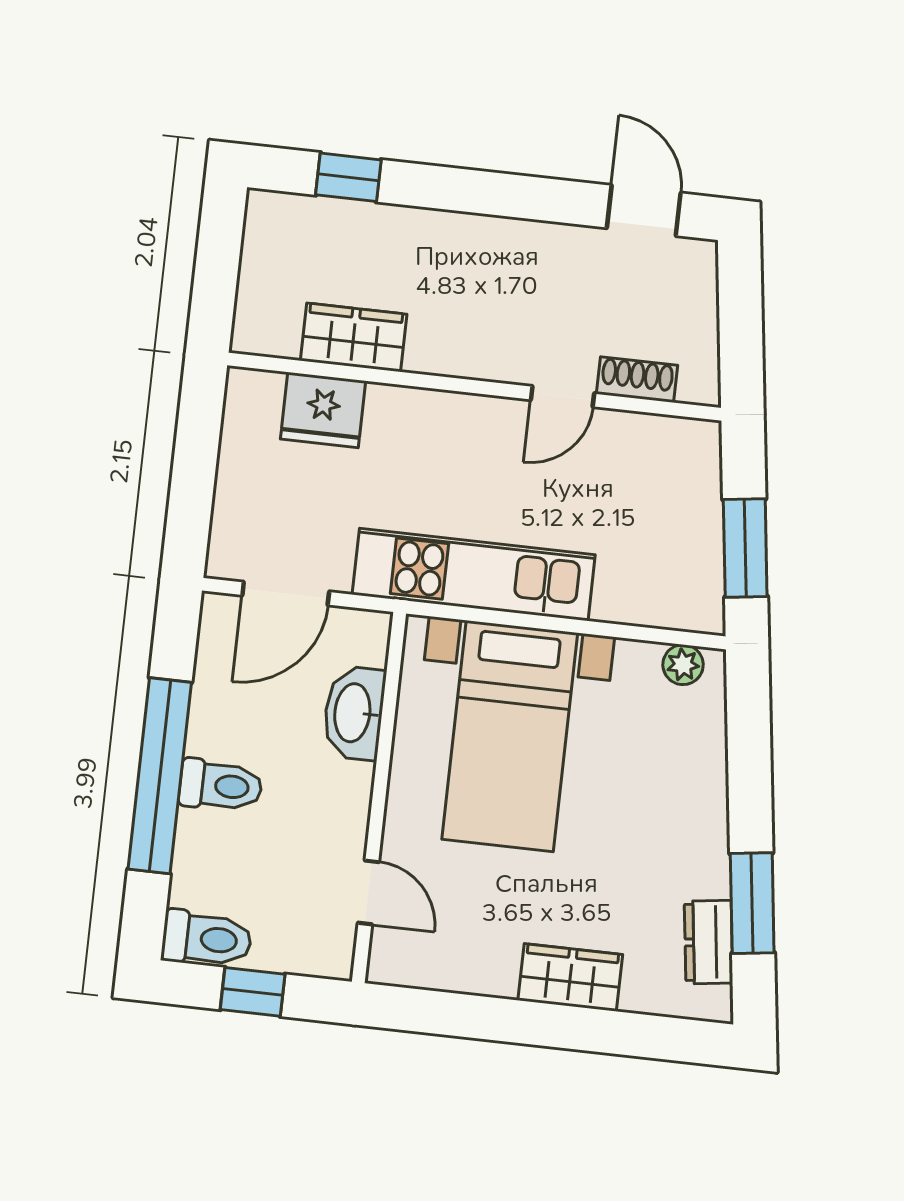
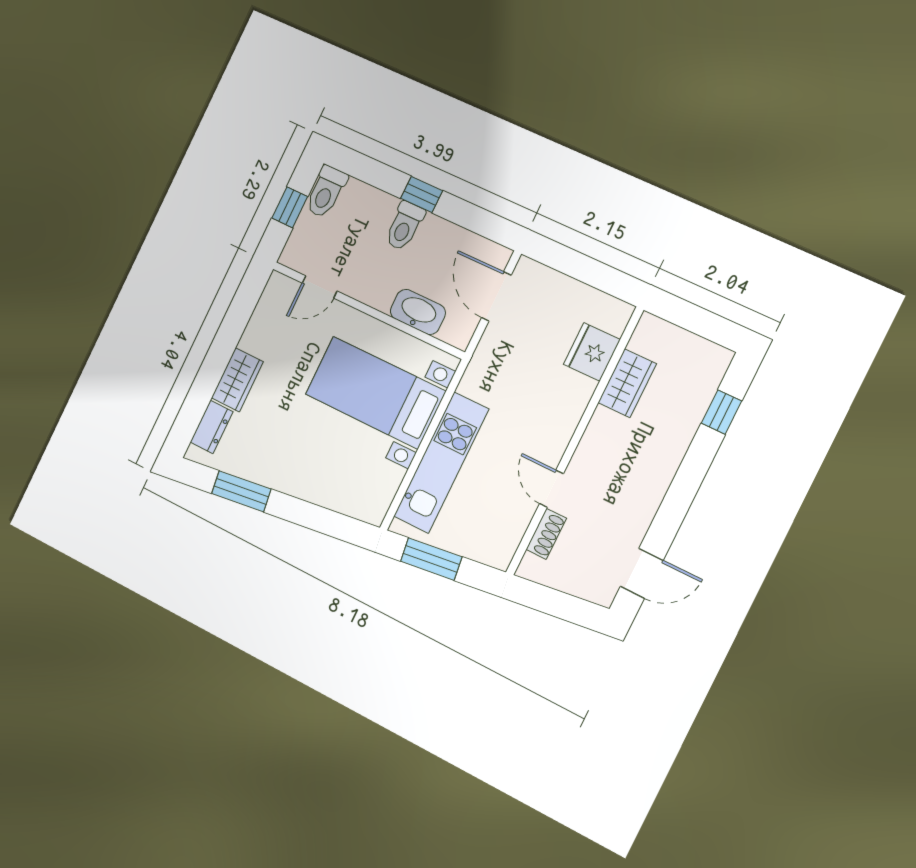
kitchen unit: (474, 575) -> (441, 463), moved
plant: (683, 665) -> (380, 501), removed
window: (160, 776) -> (422, 195), width x0.32
dresser: (709, 942) -> (212, 427), moved, turned 98

